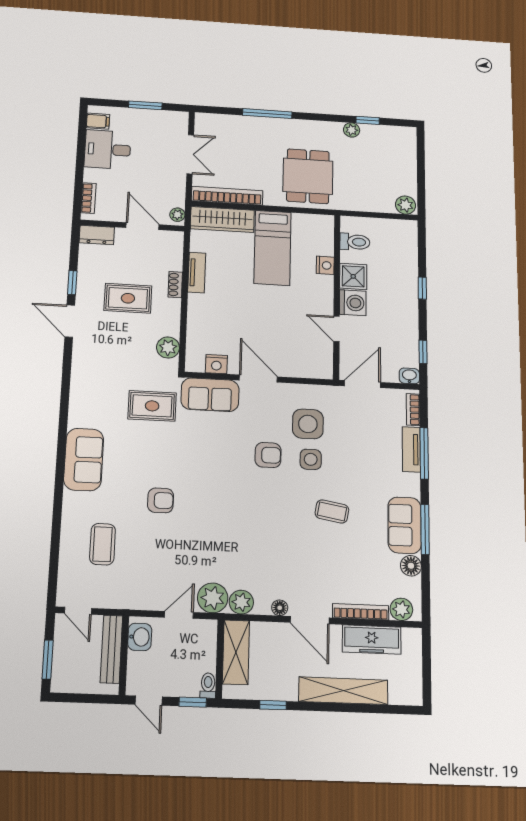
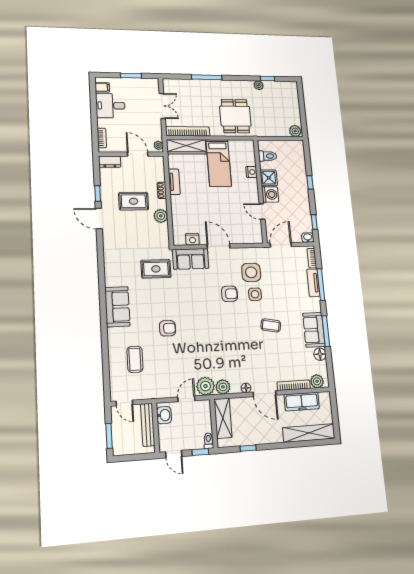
plant: (168, 348) -> (161, 216), moved
shelving: (343, 691) -> (309, 433), moved

